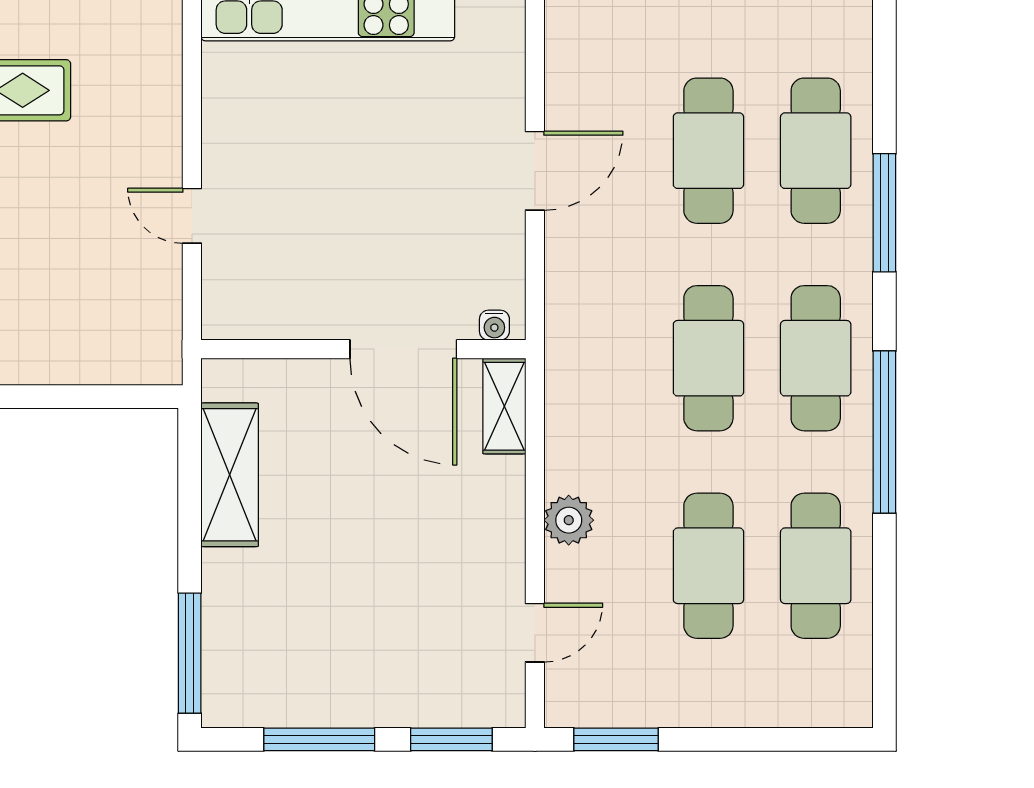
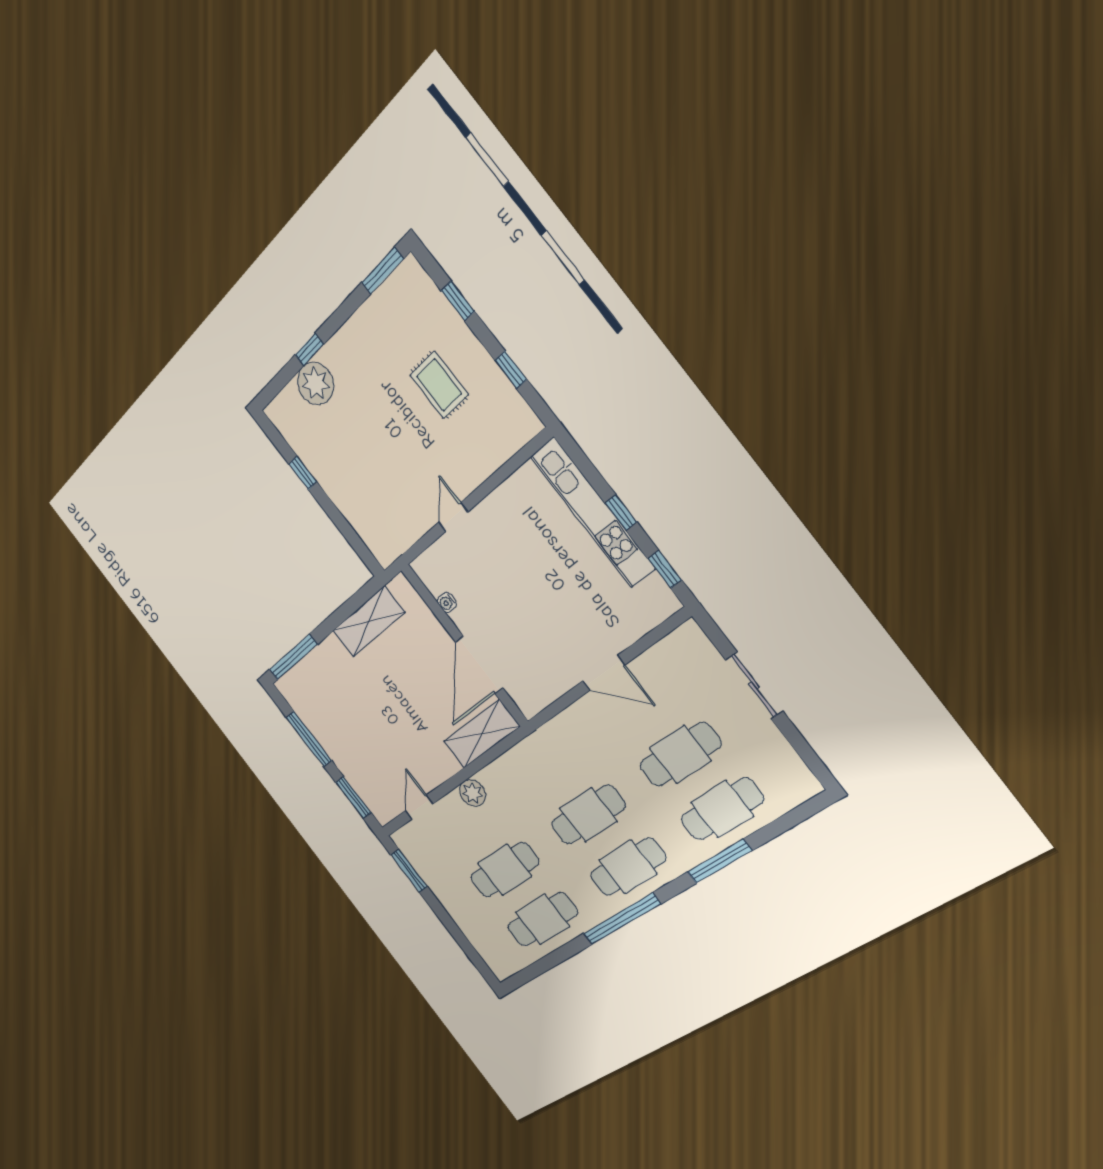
water cooler: (494, 325) -> (447, 603), moved
shelving: (504, 406) -> (482, 734), width x1.50, depth x1.33
door: (535, 633) -> (419, 807), swing flipped

